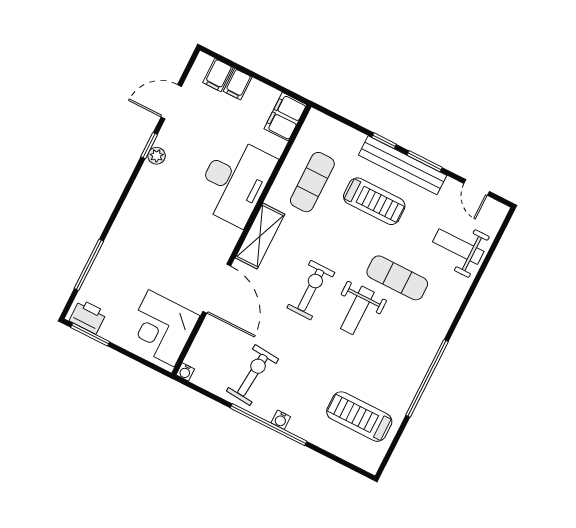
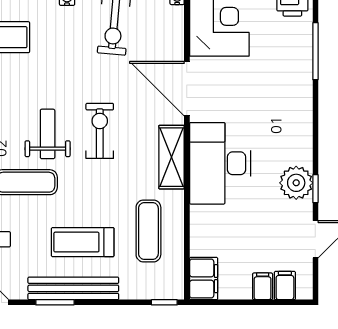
window: (384, 141) -> (164, 302), moved
plant: (157, 156) -> (296, 183), width x1.88, depth x1.88
desk: (235, 181) -> (220, 163), moved
exercise bike: (311, 290) -> (100, 131), turned 180

